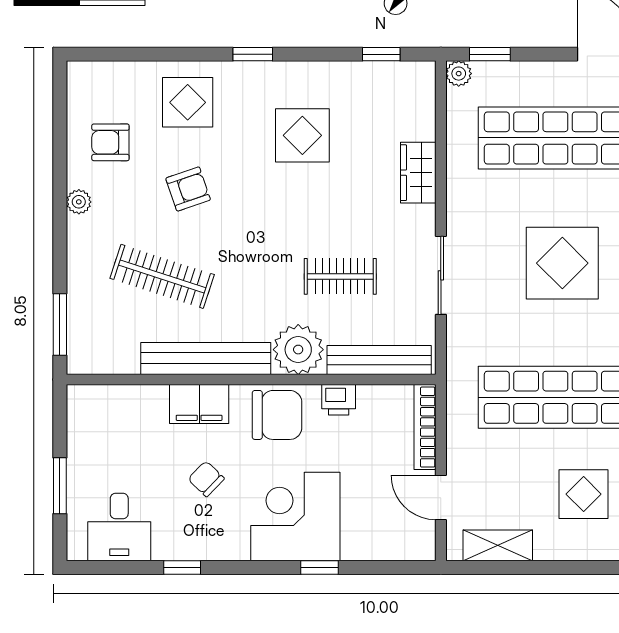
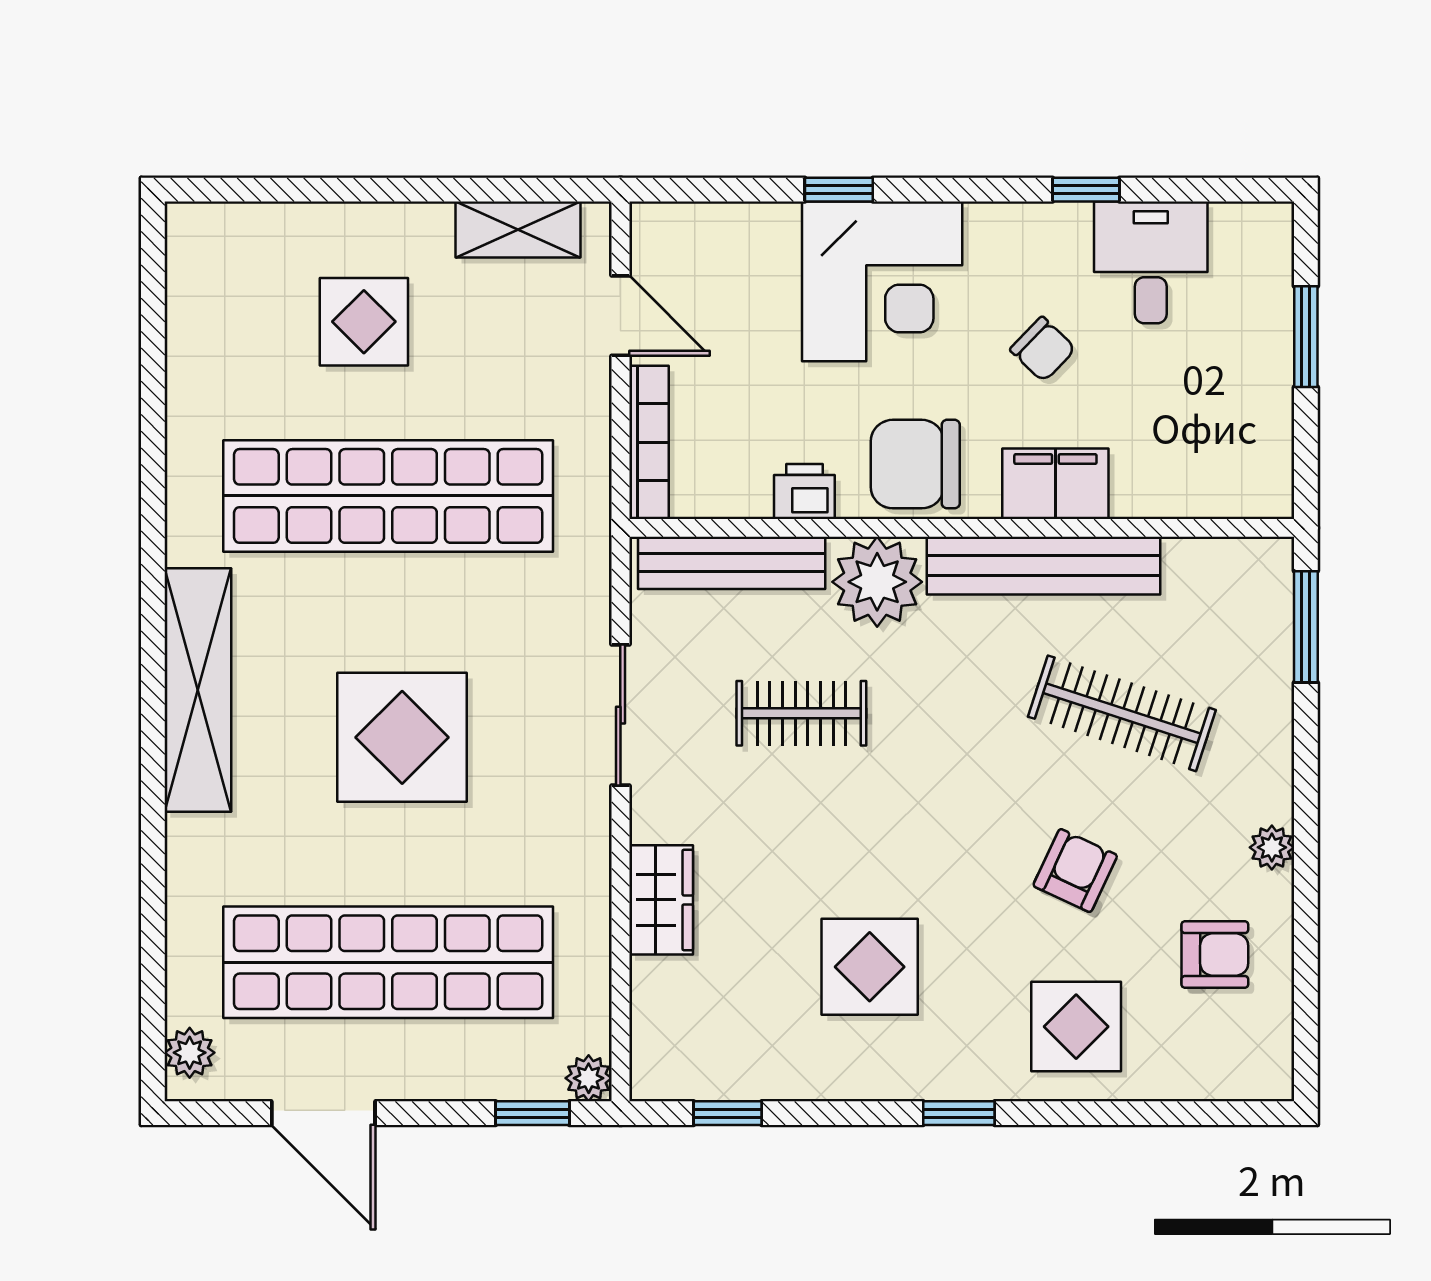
armchair: (188, 189) -> (1075, 871), turned 134
desk: (119, 527) -> (1151, 262), moved

